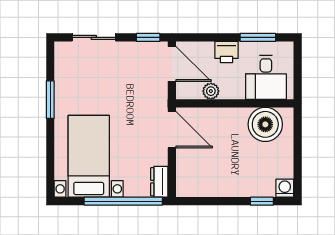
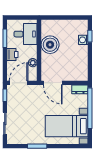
boiler: (265, 124) -> (50, 45), moved
door: (172, 130) -> (53, 83), swing flipped
washing machine: (285, 188) -> (83, 40), moved

